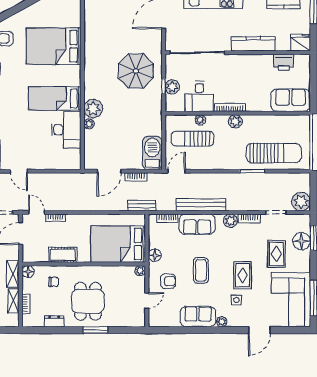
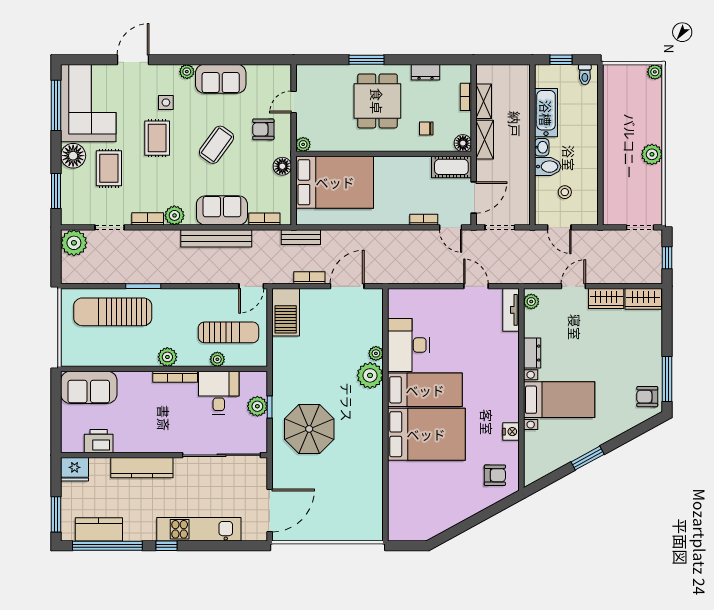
bed: (54, 46) -> (426, 434), moved
floor lamp: (302, 241) -> (73, 156), moved
cot: (63, 255) -> (451, 167), moved
coffee table: (201, 270) -> (217, 145), turned 36

